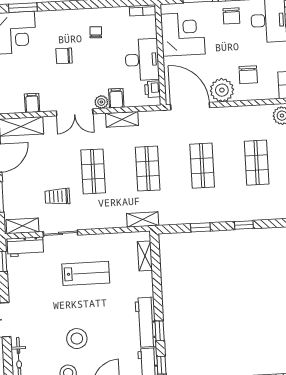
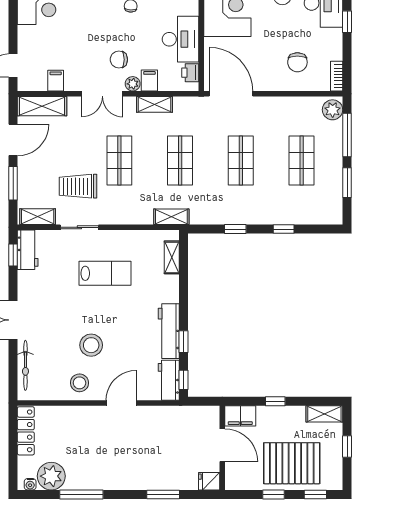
chair: (64, 56) -> (119, 60), moved
plant: (222, 90) -> (267, 78), removed
trolley: (57, 197) -> (78, 186), width x1.36, depth x1.39
workbench: (25, 247) -> (28, 250), moved, turned -90

